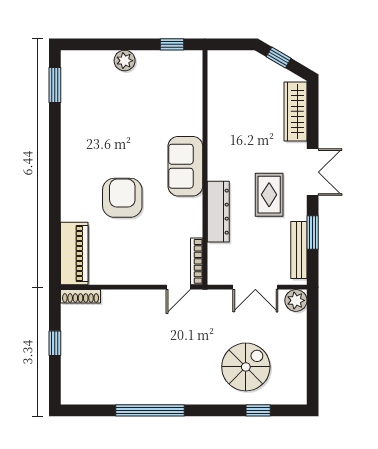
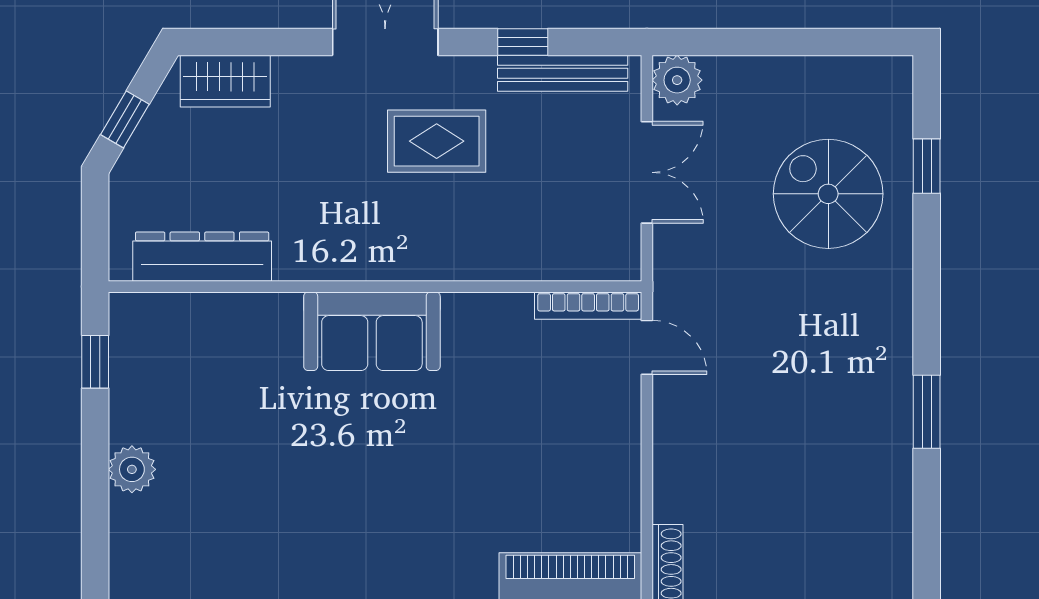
wardrobe: (295, 111) -> (225, 81), width x0.67
armchair: (122, 198) -> (444, 475), removed
dresser: (218, 212) -> (202, 257), moved
window: (313, 233) -> (523, 42), width x0.67
window: (150, 410) -> (927, 412), width x0.47

